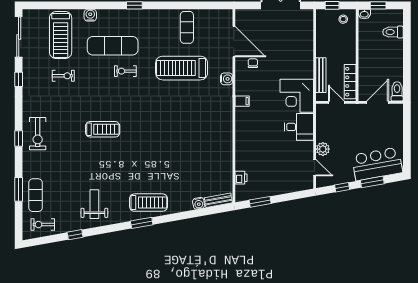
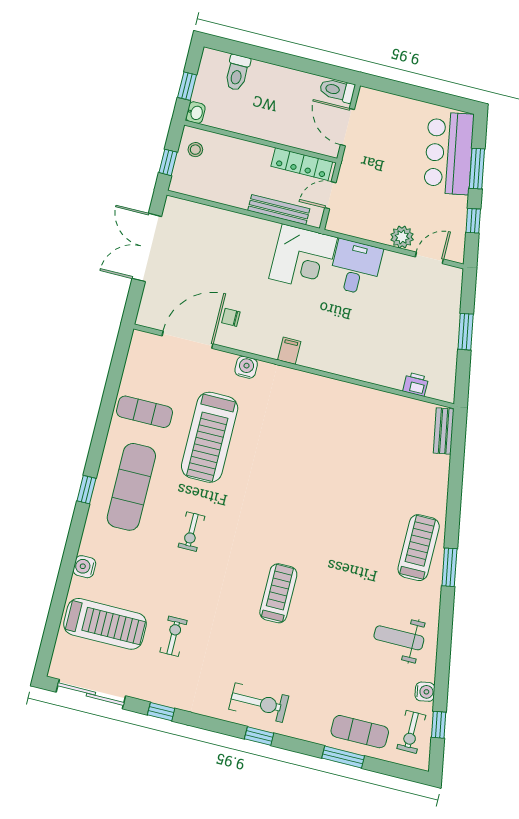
exercise mat: (113, 46) -> (131, 487), moved
window: (260, 202) -> (466, 332), moved
water cooler: (199, 203) -> (425, 692), moved
window: (75, 235) -> (439, 725), moved

